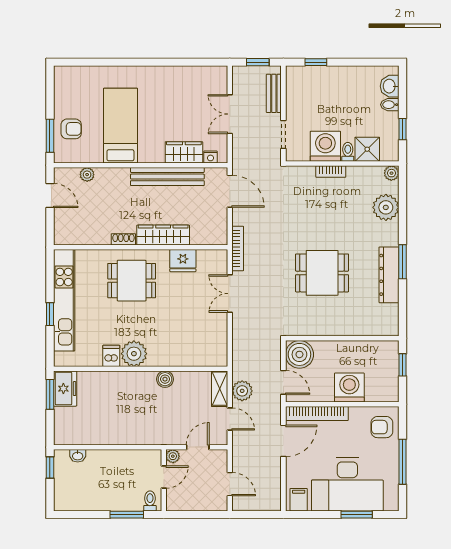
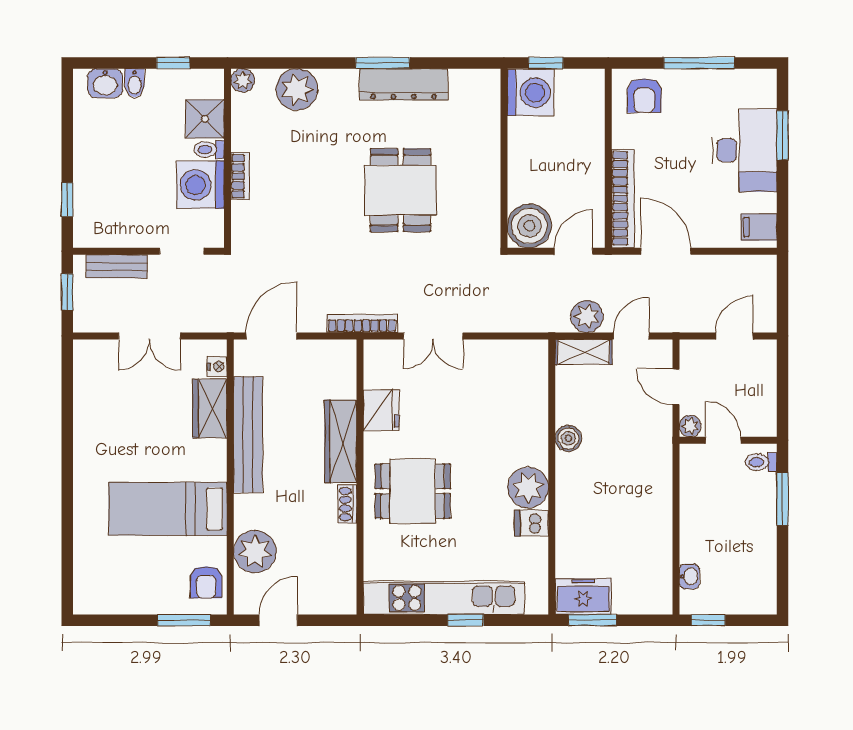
armchair: (71, 129) -> (206, 582), moved, turned 180
plant: (87, 175) -> (255, 552), width x1.88, depth x1.88
dining table: (132, 281) -> (413, 491), turned 90
washing machine: (349, 388) -> (531, 93), moved, turned 180
desk: (347, 484) -> (744, 150), width x0.73, depth x0.77

